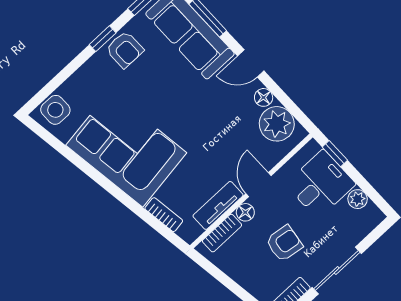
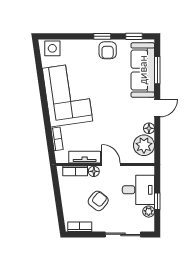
door: (251, 63) -> (157, 108), swing flipped
window: (335, 154) -> (157, 201), moved
door: (258, 185) -> (111, 165), hinge flipped
armchair: (284, 243) -> (98, 201), turned -59
sliding door: (337, 270) -> (123, 234), moved

